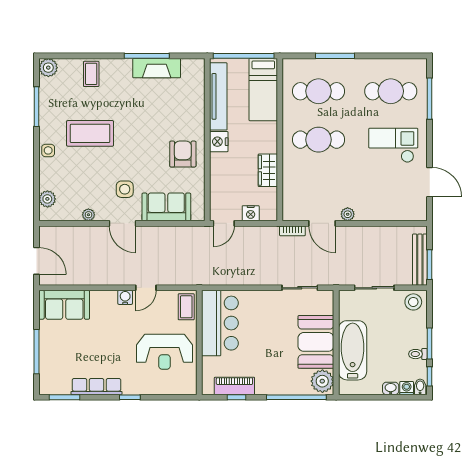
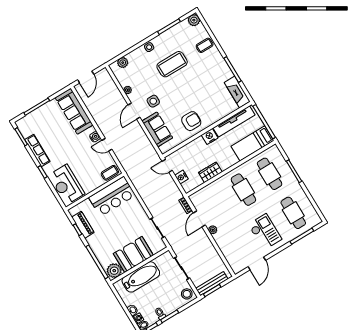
fireplace: (157, 68) -> (237, 92), moved
coffee table: (90, 133) -> (172, 64), turned 90
sofa: (64, 305) -> (74, 111), width x1.36
reception desk: (165, 352) -> (67, 184), moved

